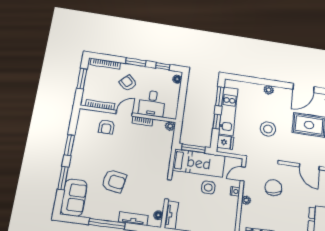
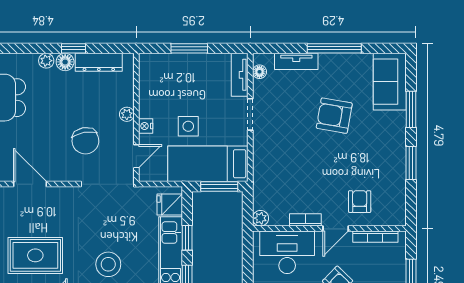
desk: (152, 103) -> (287, 252), width x1.37
stool: (268, 129) -> (108, 264), moved

